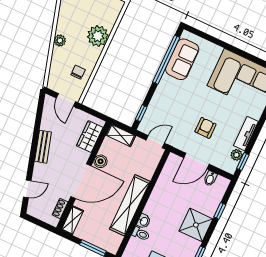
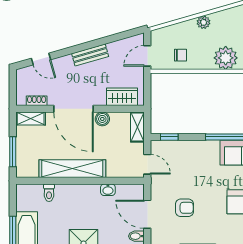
washbasin: (144, 221) -> (108, 190), moved

